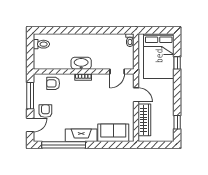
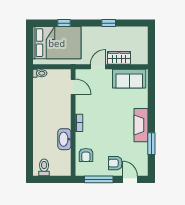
washbasin: (81, 63) -> (64, 139), moved
wardrobe: (144, 120) -> (119, 58), width x0.67
window: (177, 122) -> (109, 23), moved
sofa: (113, 133) -> (129, 79), moved, turned -90
window: (64, 145) -> (151, 144), width x0.47

